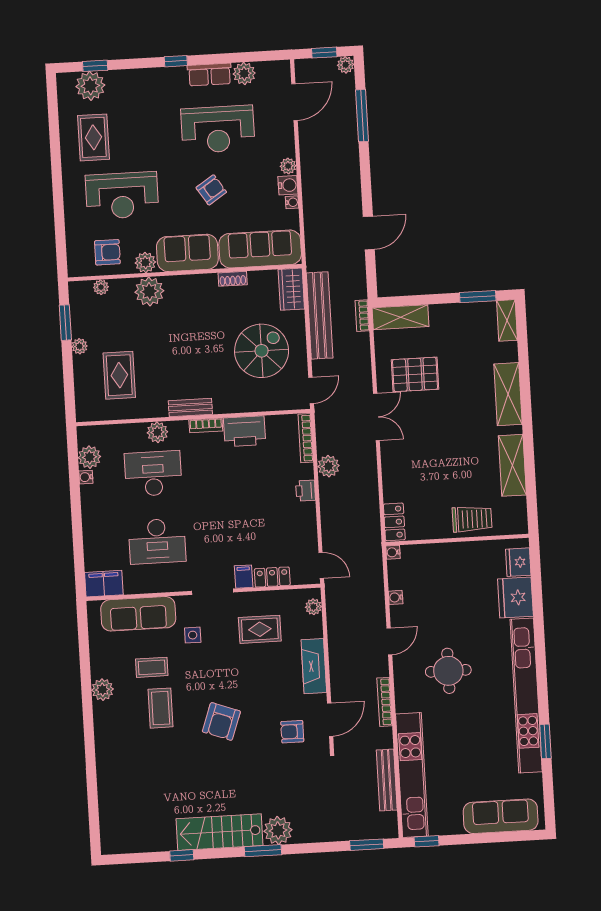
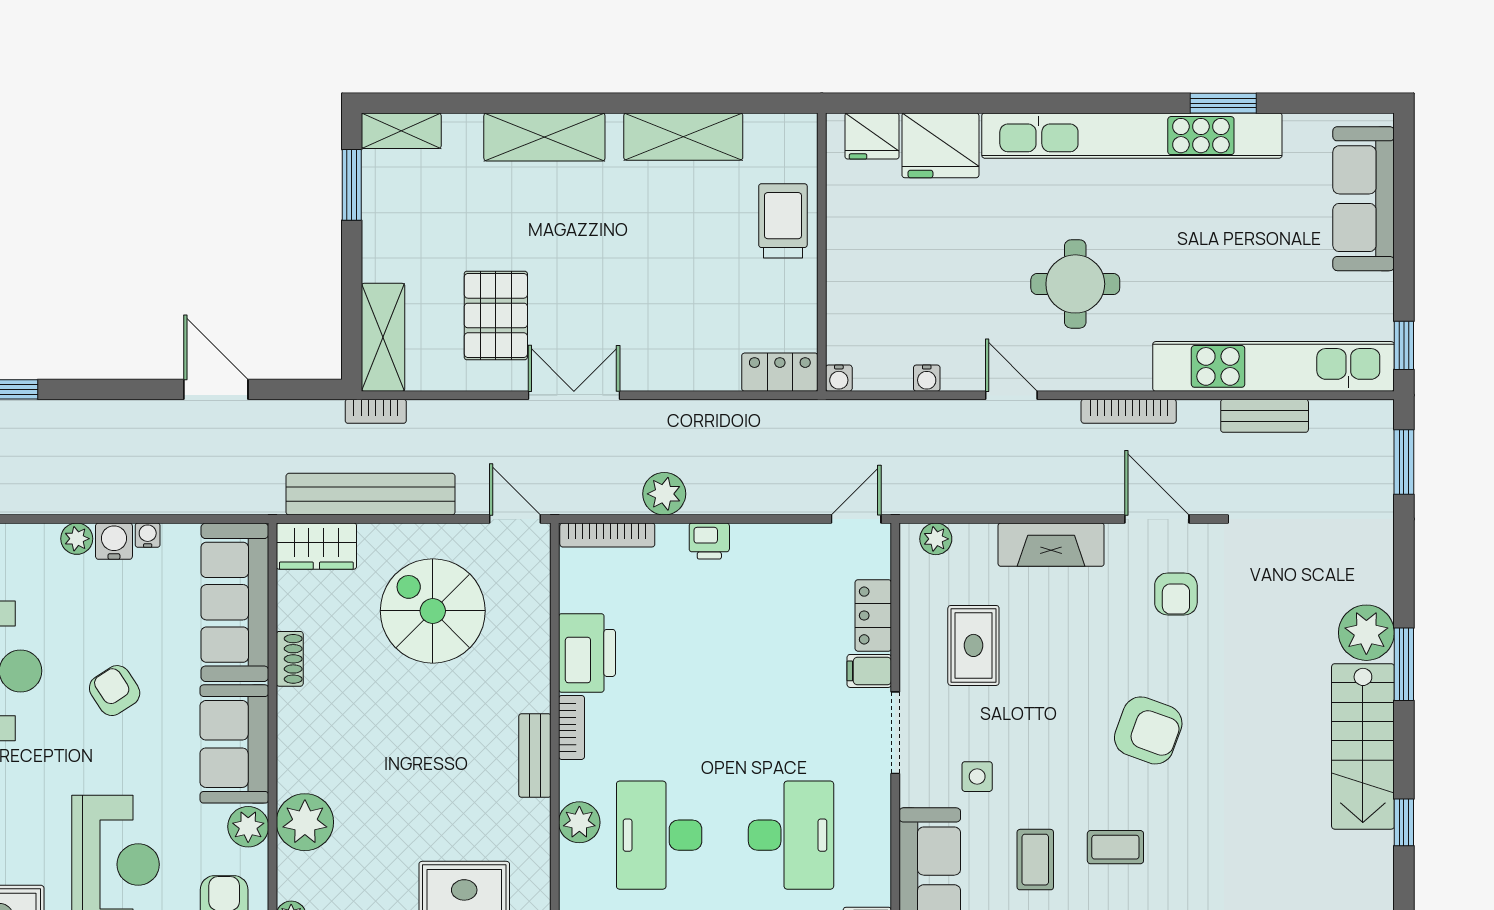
coffee table: (161, 708) -> (1115, 847), width x0.73, depth x0.77
bench: (387, 780) -> (1265, 416), width x0.73

